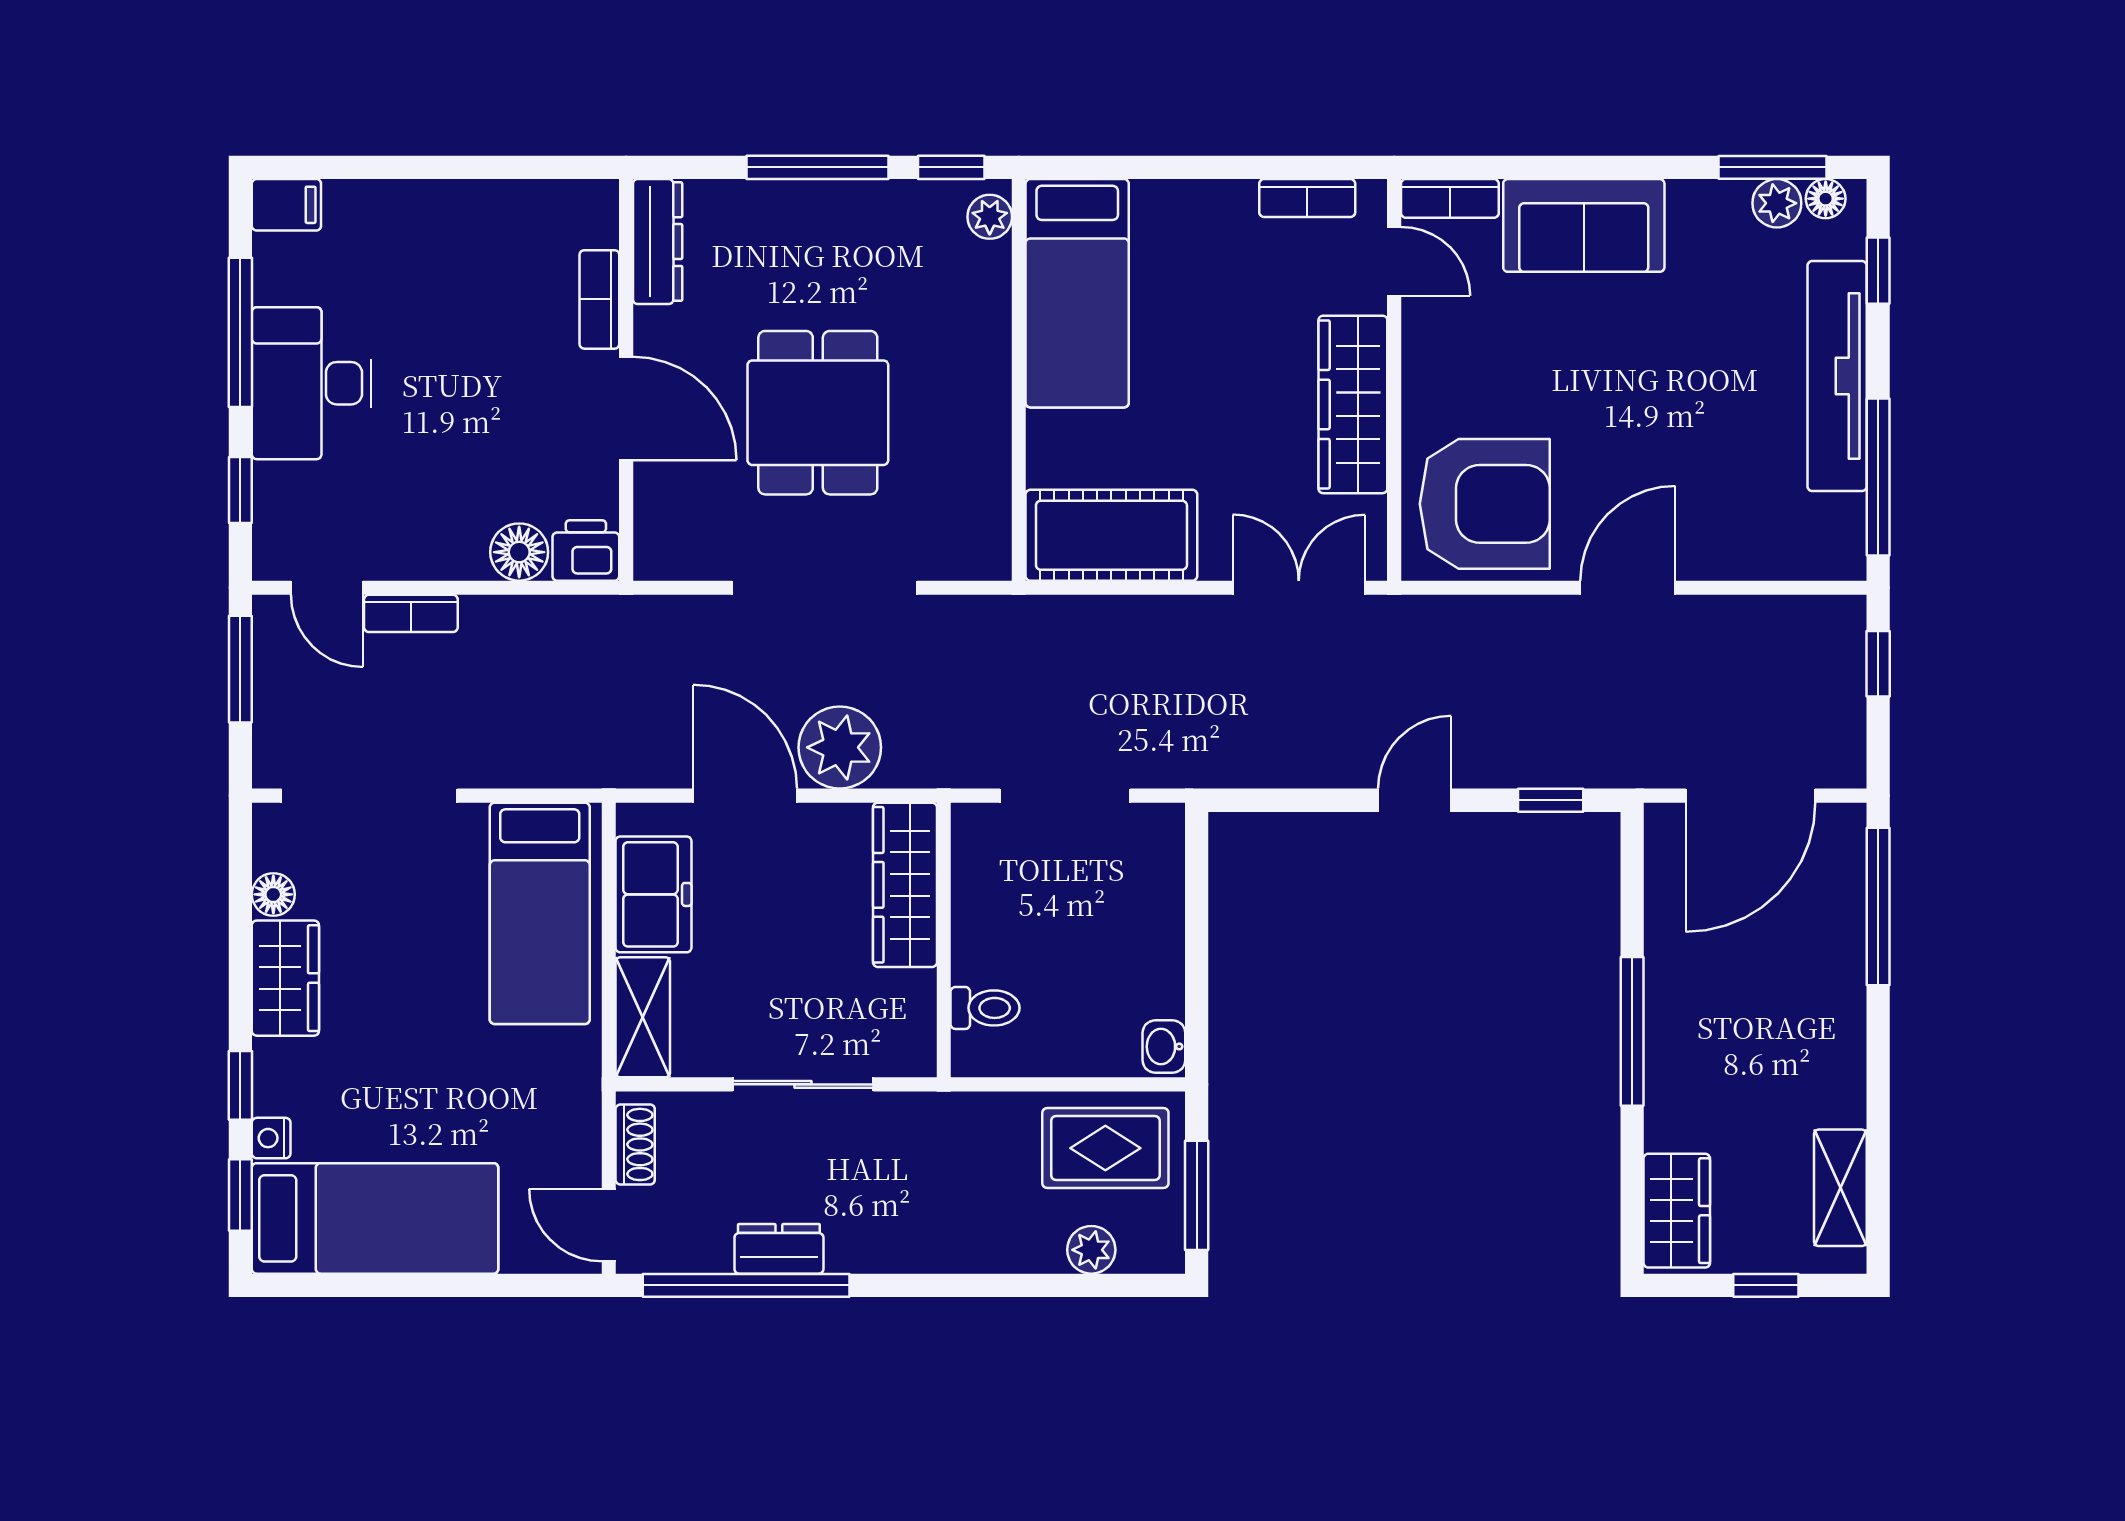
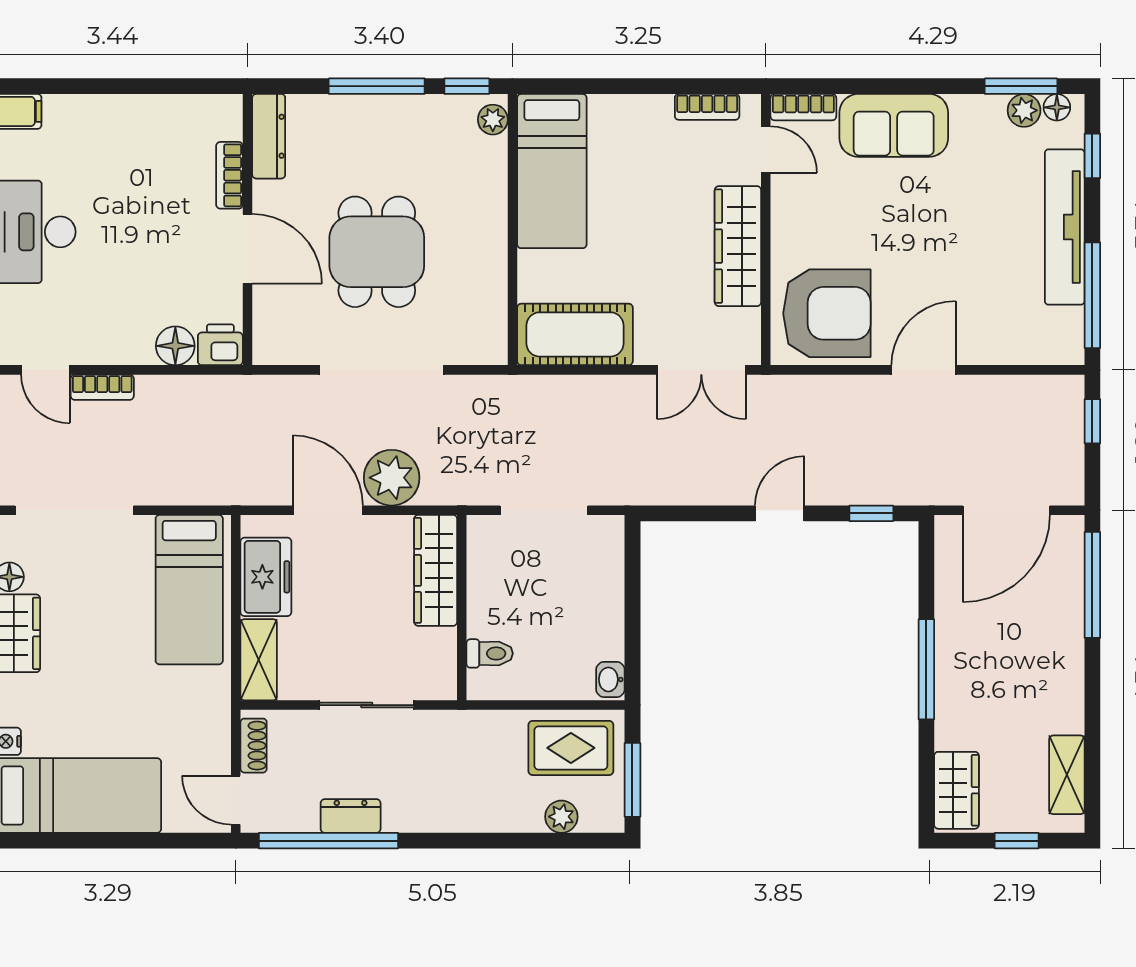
double door: (1299, 588) -> (701, 370), swing flipped

